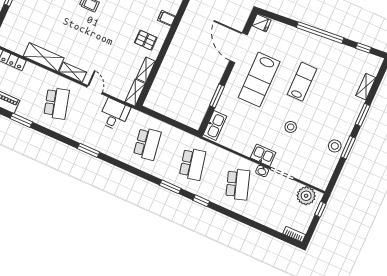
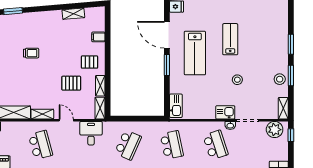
pallet: (117, 54) -> (71, 83), added
shelving: (366, 87) -> (283, 108), moved
window: (217, 96) -> (167, 65), moved
school desk: (147, 144) -> (128, 145), turned 33

